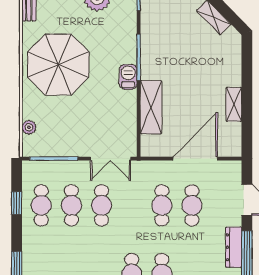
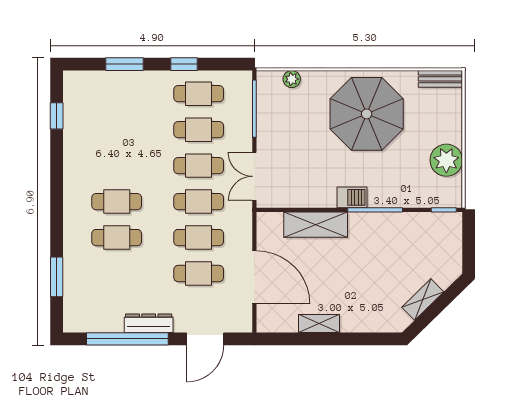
window: (17, 203) -> (184, 64), moved
cafe table: (132, 205) -> (199, 202), added

